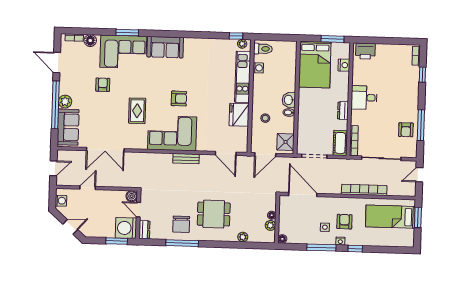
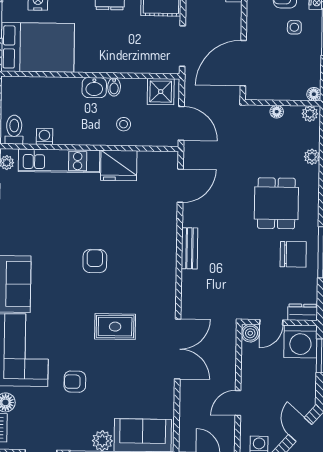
corner sofa: (172, 133) -> (150, 271), removed
double door: (105, 150) -> (178, 349), moved
door: (88, 188) -> (238, 403), hinge flipped
plant: (270, 225) -> (310, 114), moved

